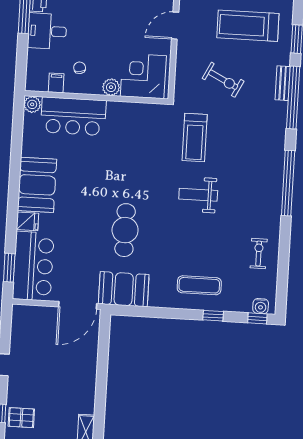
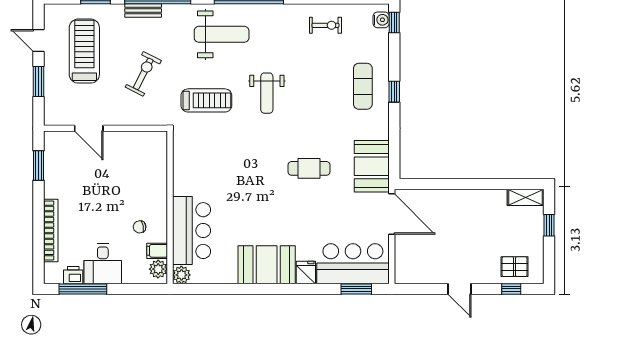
treadmill: (248, 26) -> (84, 51), turned 180
corner desk: (143, 76) -> (144, 159), removed
plant: (111, 87) -> (158, 269), moved
weight bench: (256, 155) -> (222, 34), added
cafe table: (125, 230) -> (309, 168), width x0.73, depth x0.74
exercise bike: (259, 254) -> (325, 25), turned 180
window: (213, 316) -> (394, 92), moved
pallet: (21, 418) -> (515, 267), turned 90

